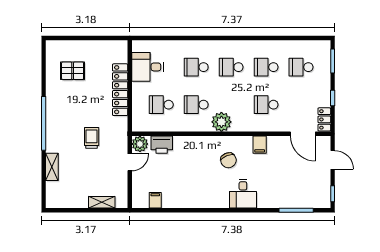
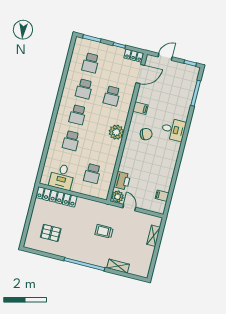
pallet: (73, 71) -> (51, 233), turned 90
locker: (120, 90) -> (57, 197), moved
school desk: (196, 105) -> (99, 148), removed

